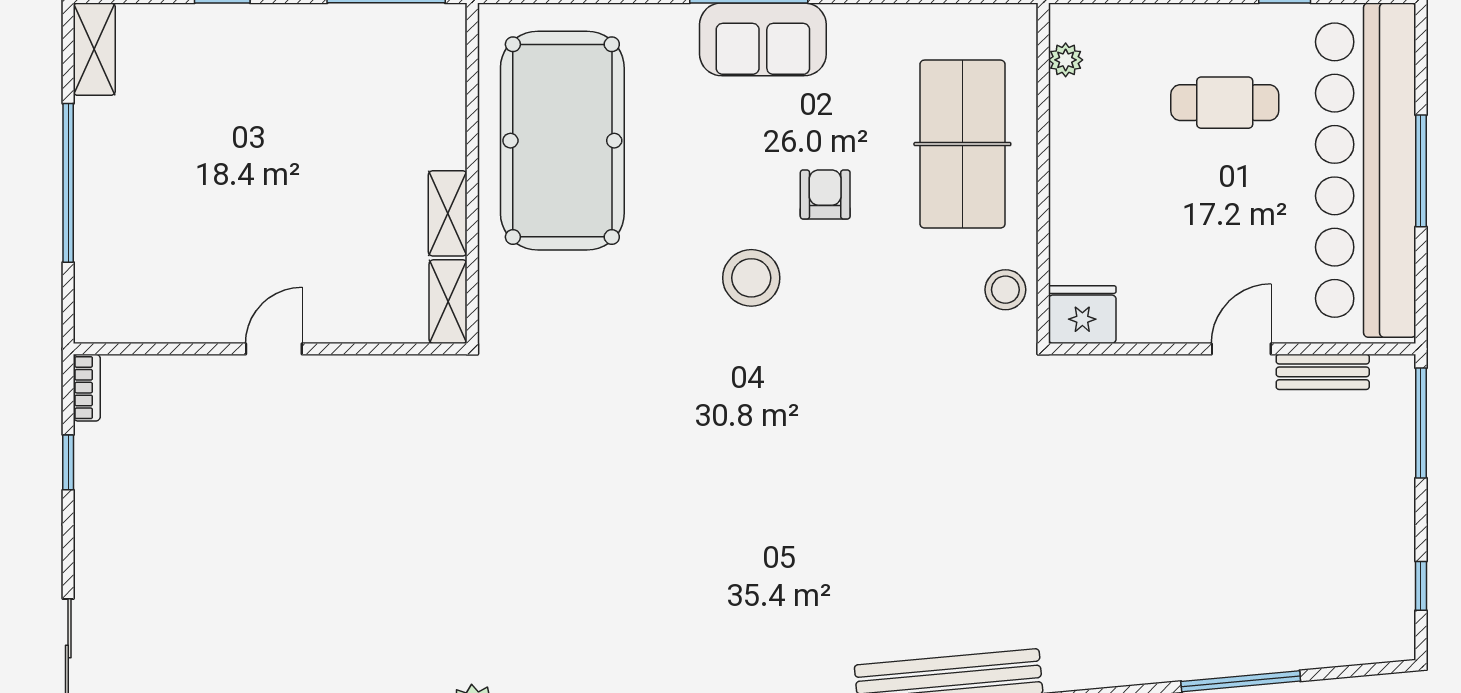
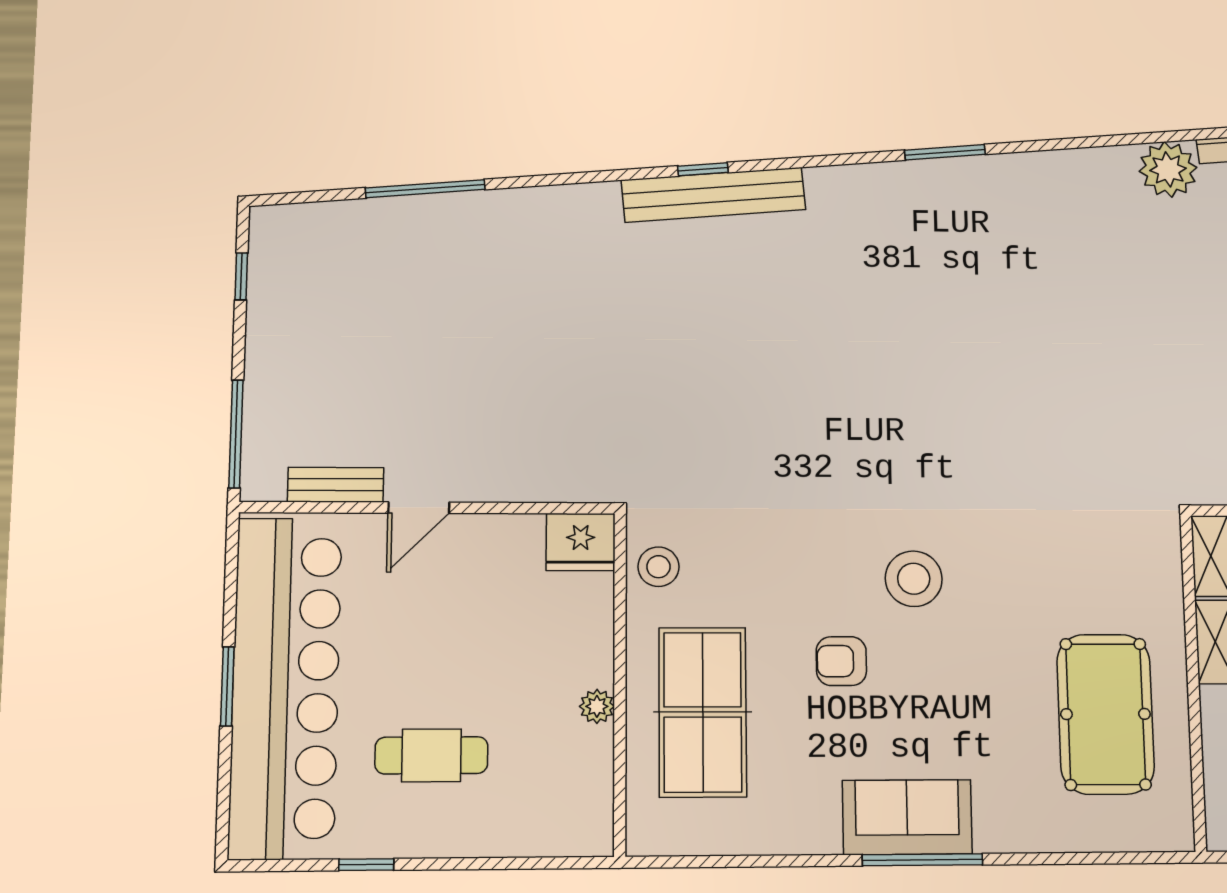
plant: (1066, 60) -> (597, 706), moved
pool table: (562, 141) -> (1106, 714), width x0.73, depth x0.76
window: (1421, 171) -> (227, 686), width x0.69
armchair: (825, 194) -> (841, 661), turned 90

